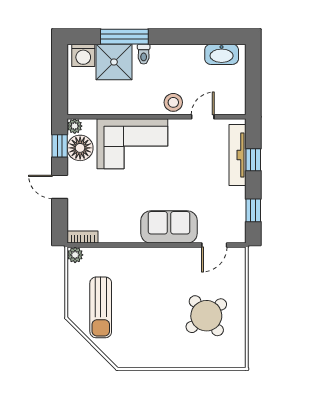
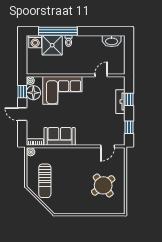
window: (124, 37) -> (58, 31), width x1.46
stool: (173, 102) -> (85, 68), removed
tv unit: (237, 155) -> (120, 102), width x0.71
sofa: (169, 227) -> (60, 136), moved

